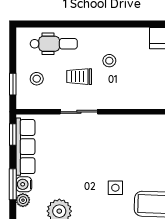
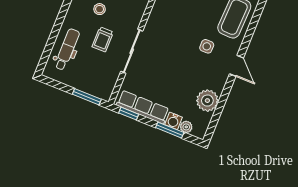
stool: (37, 79) -> (90, 75), removed
window: (13, 84) -> (87, 97), width x1.50
sliding door: (79, 112) -> (132, 51), width x1.37

